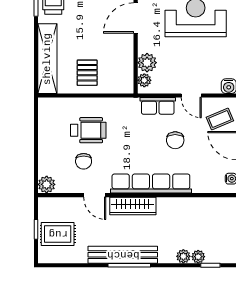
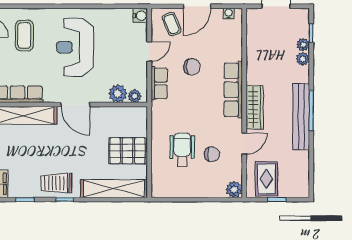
pallet: (87, 73) -> (127, 151), width x1.50, depth x1.42
row of seats: (151, 184) -> (233, 90), width x0.73
rug: (58, 234) -> (266, 179), moved

